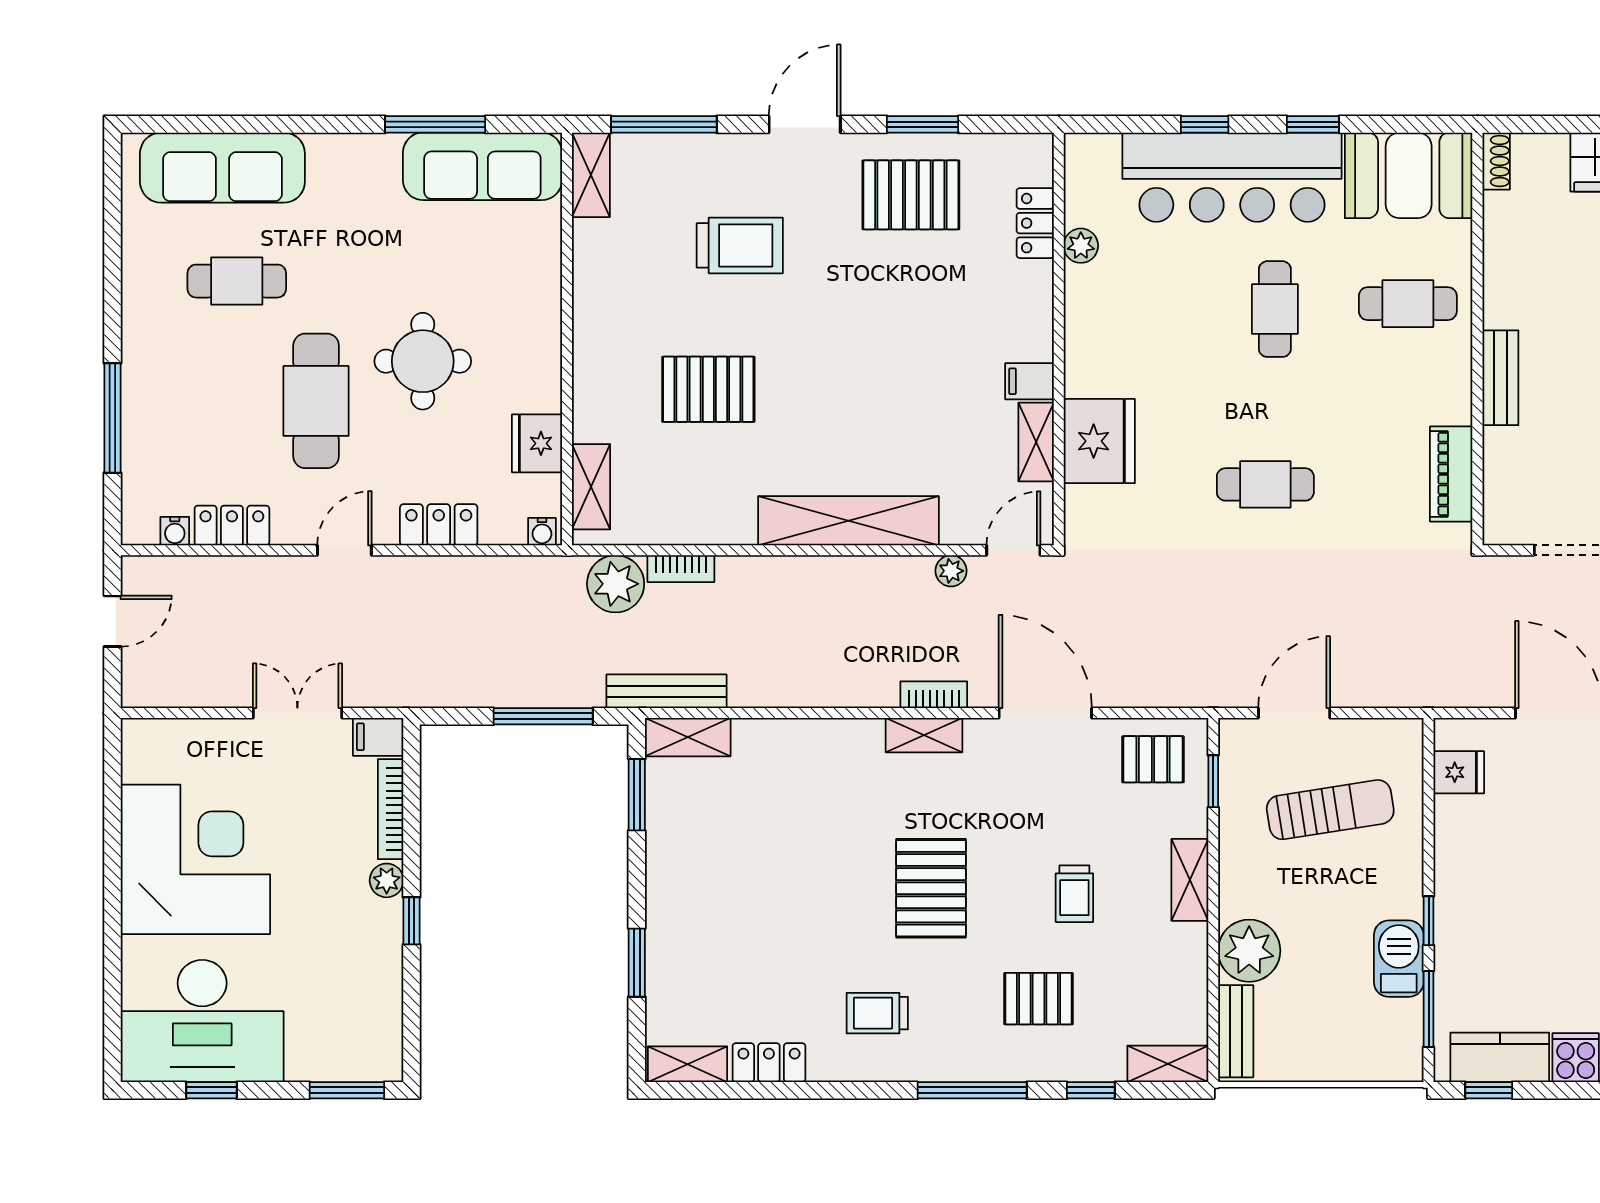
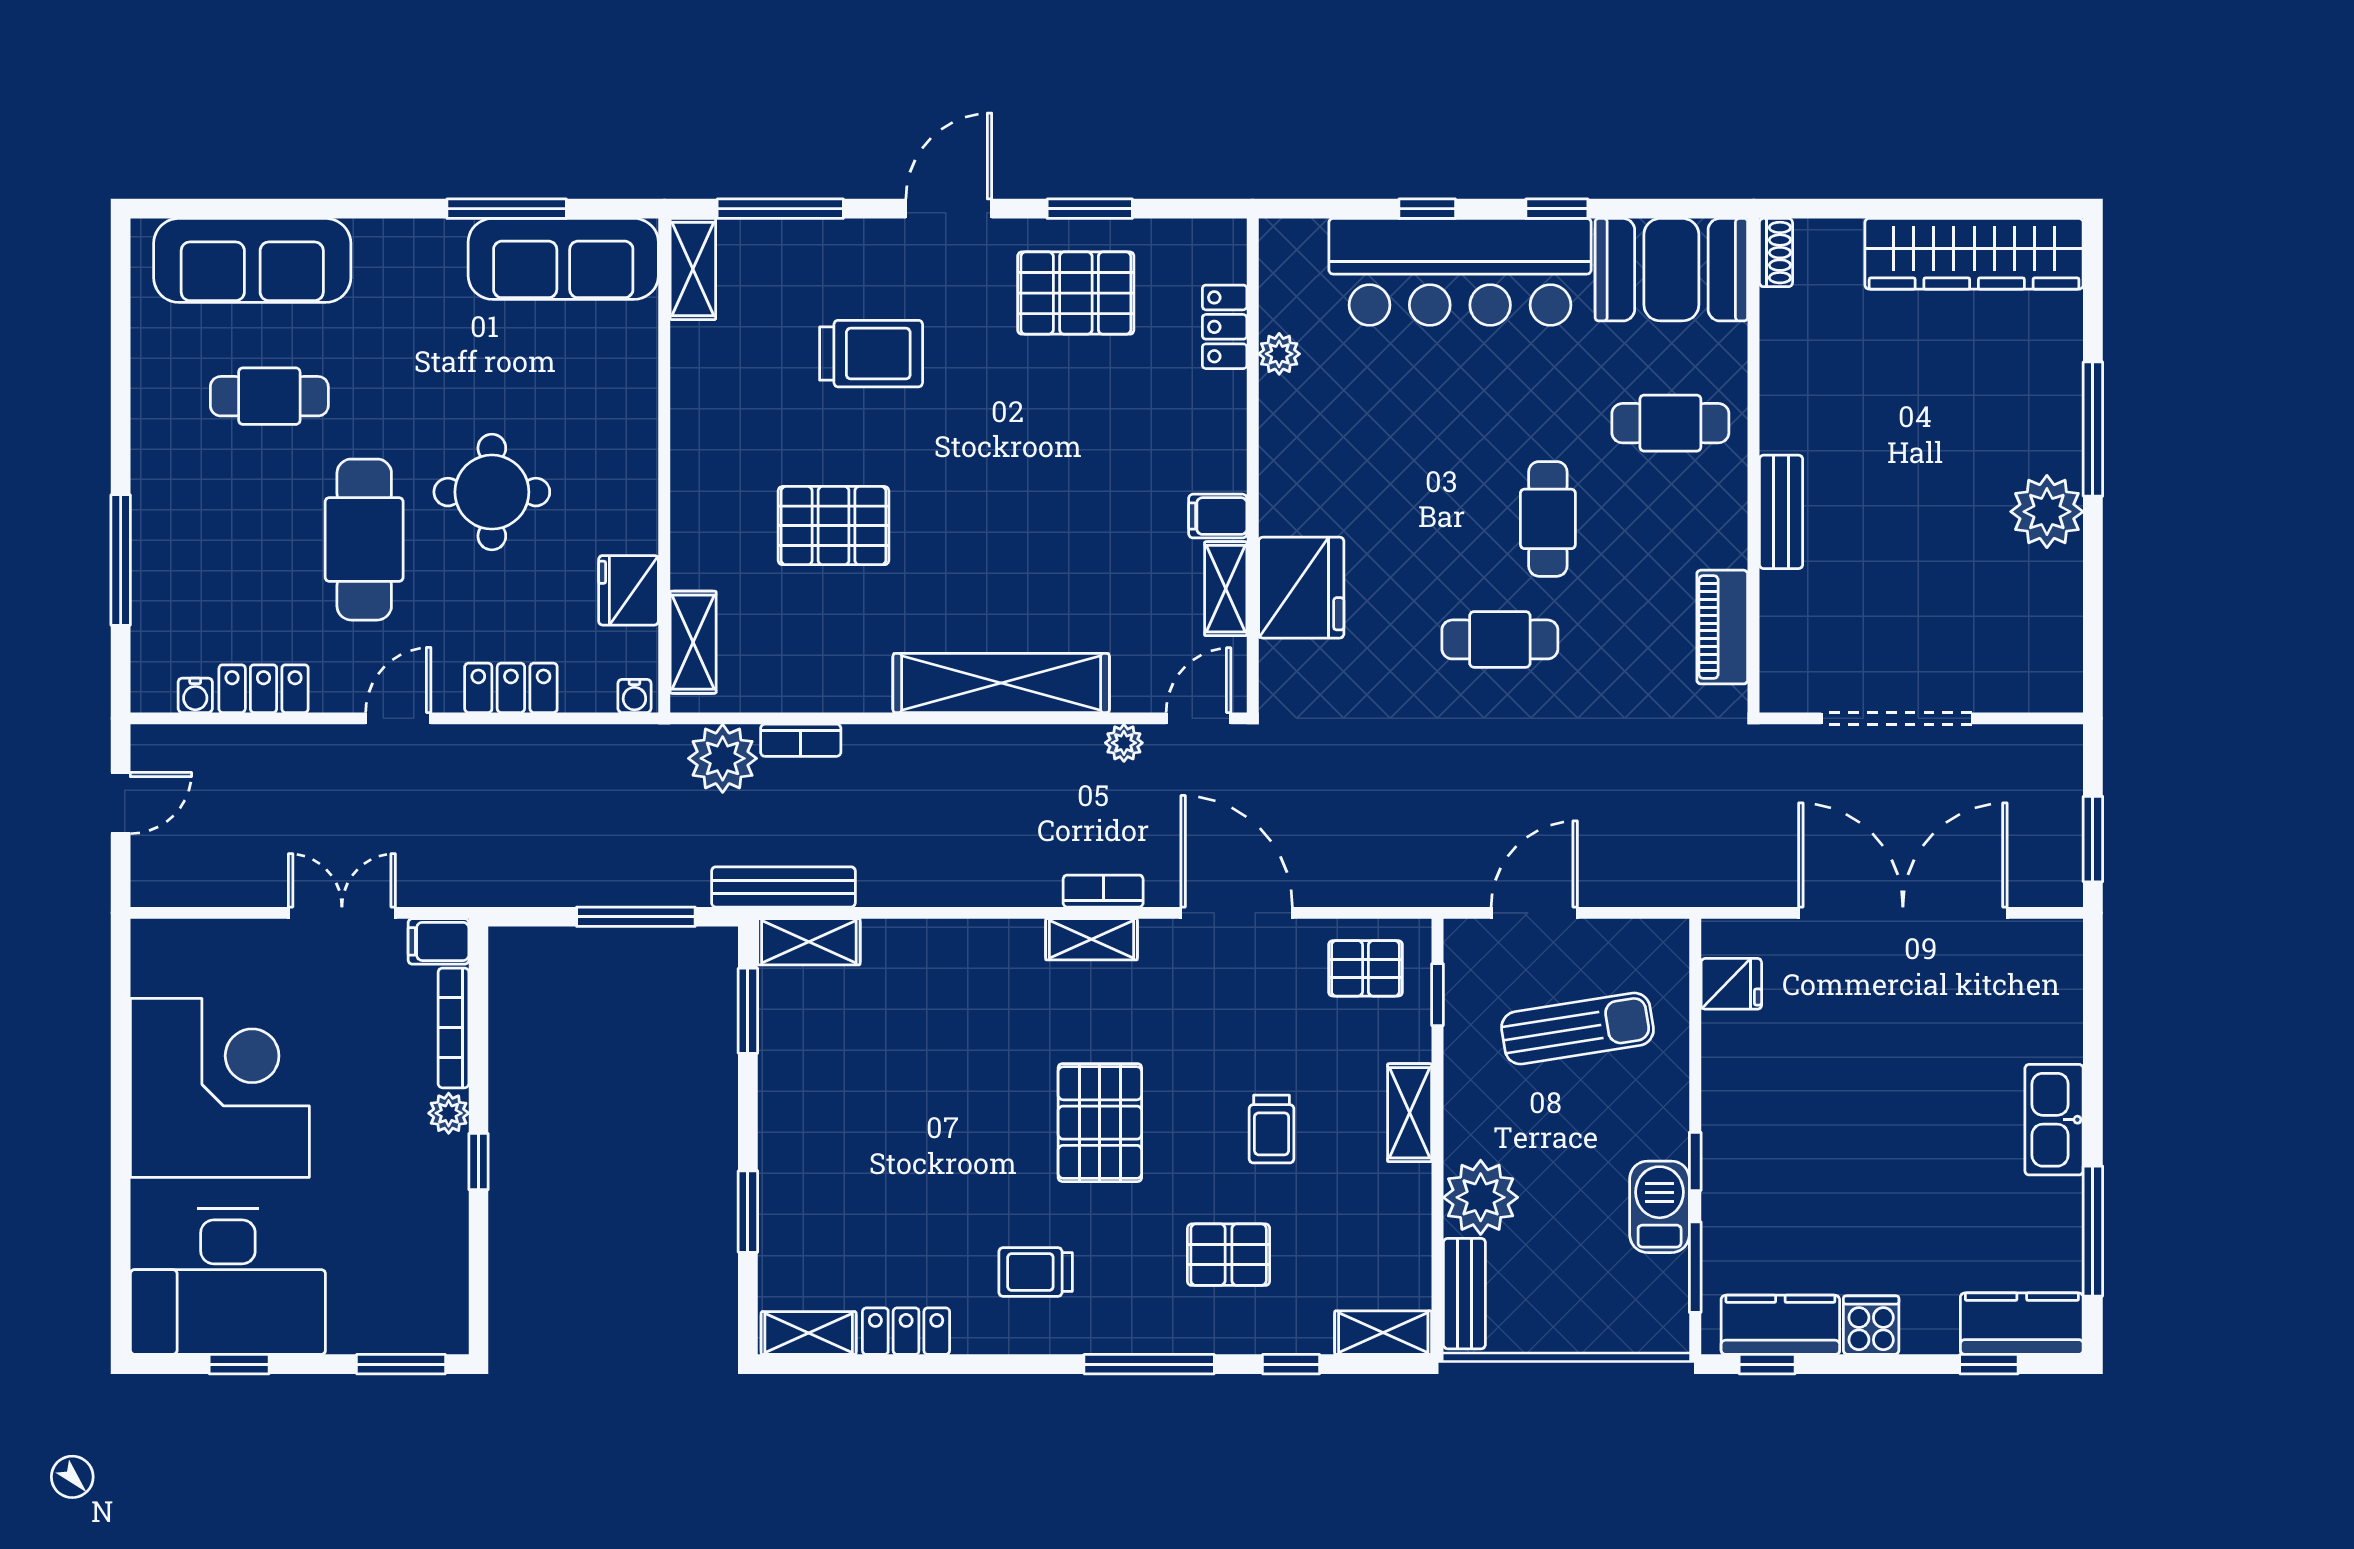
cafe table: (1275, 309) -> (1548, 519), moved

